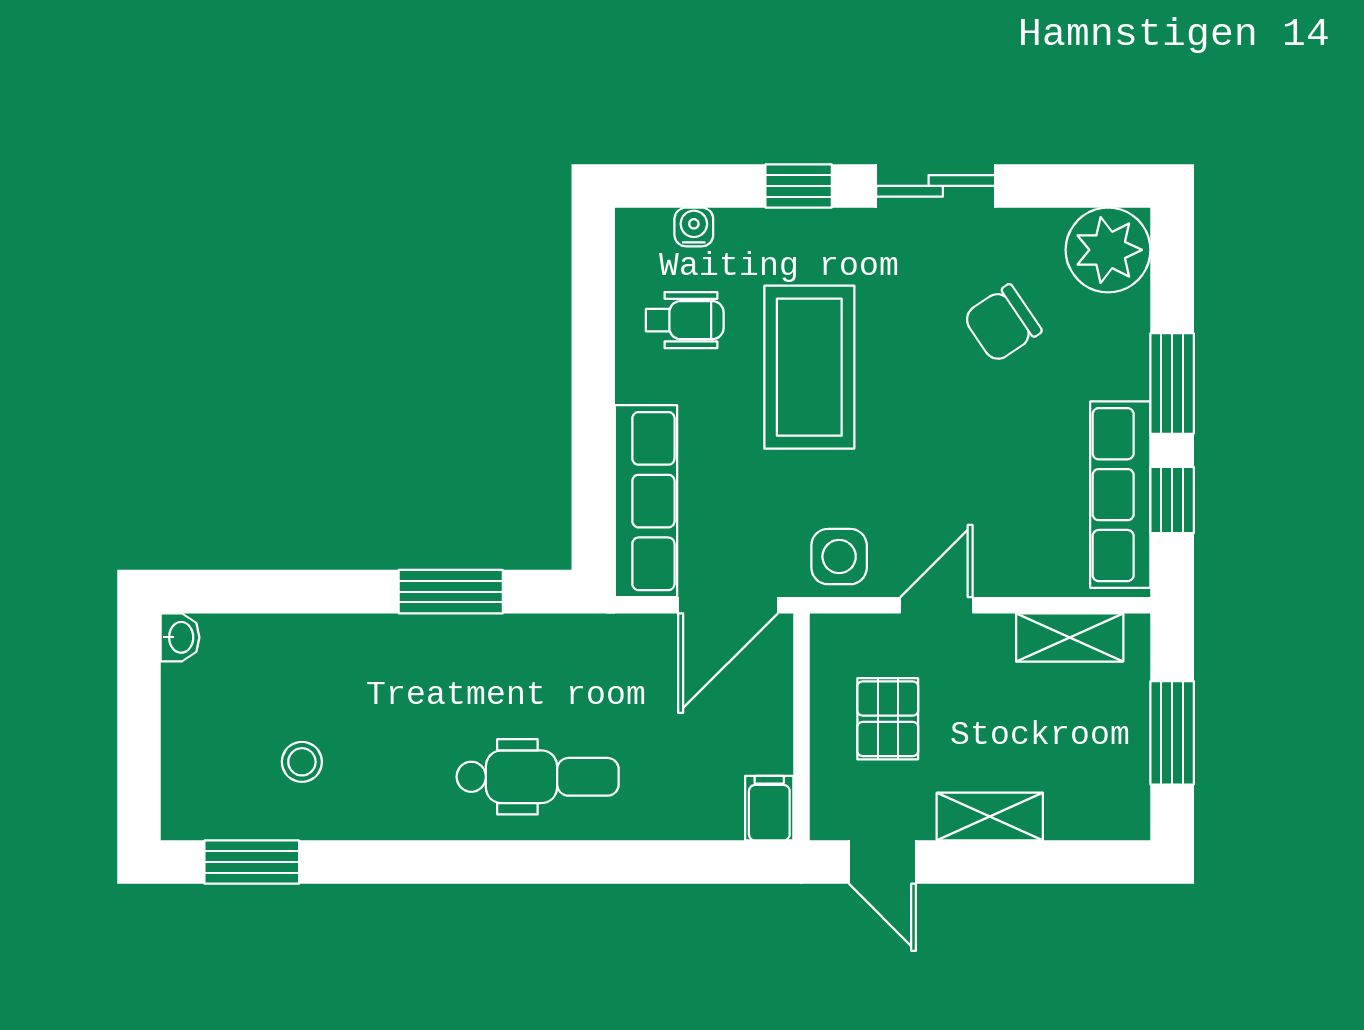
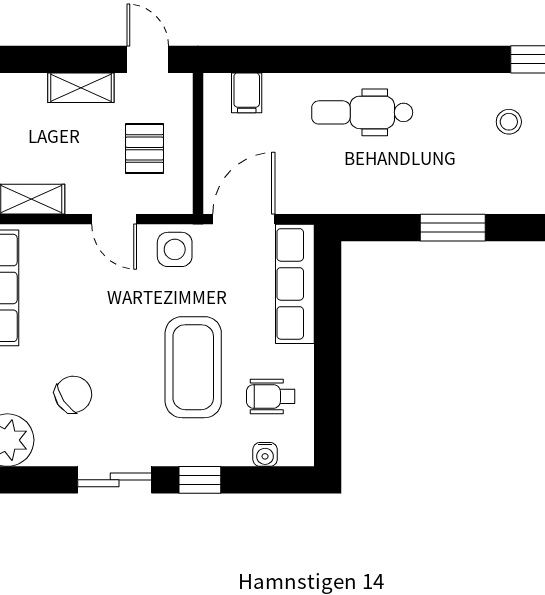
window: (451, 592) -> (453, 228), moved
door: (937, 605) -> (114, 219), hinge flipped
filing cabinet: (769, 808) -> (247, 93), moved

